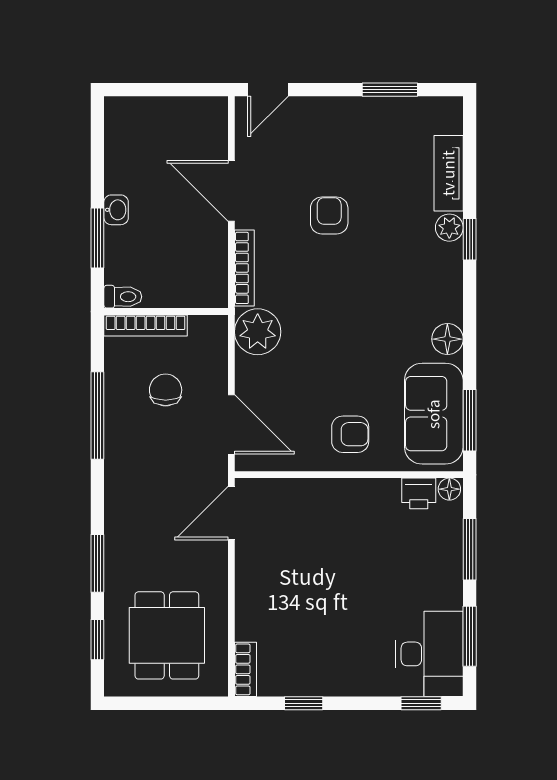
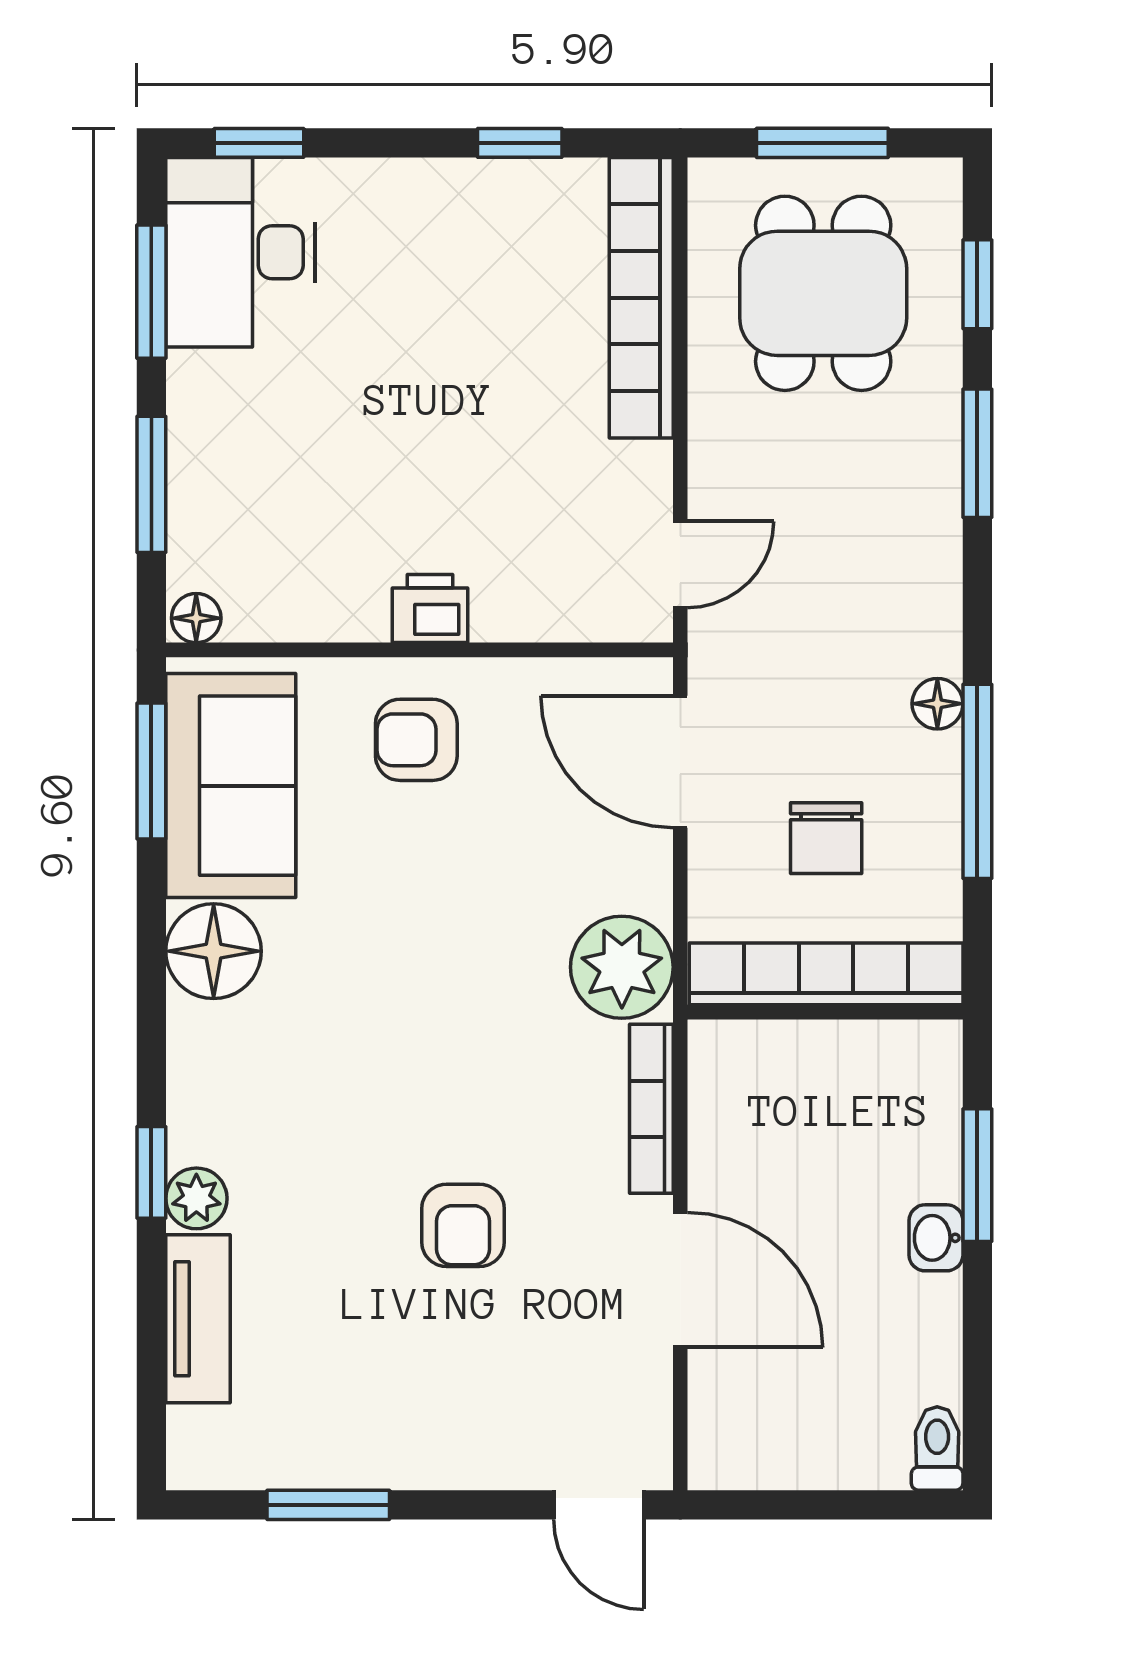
door: (268, 90) -> (599, 1505), swing flipped
toilet: (123, 297) -> (937, 1448), moved, turned 90
bookcase: (146, 325) -> (826, 974), width x1.48, depth x1.31
floor lamp: (447, 339) -> (214, 951), width x1.38, depth x1.38
floor lamp: (115, 450) -> (937, 704), added
printer: (419, 493) -> (430, 608), moved
door: (231, 513) -> (680, 564), width x0.73
bookcase: (245, 669) -> (641, 298), width x2.31, depth x1.31
window: (167, 703) -> (822, 143), added

